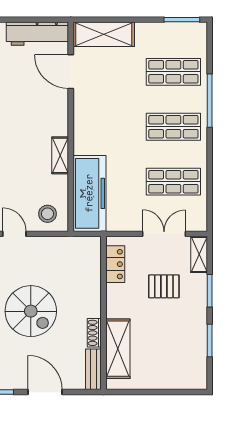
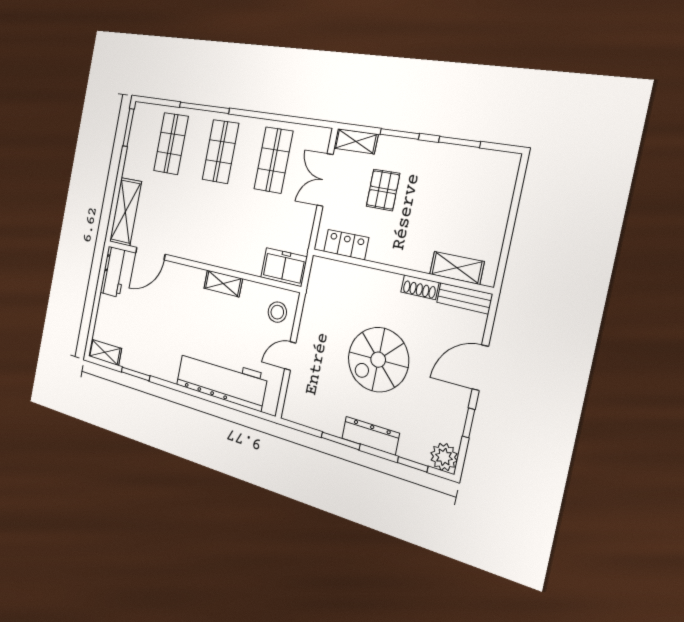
workbench: (37, 34) -> (114, 272), width x0.73
freezer: (89, 193) -> (284, 267), width x0.52, depth x0.79
spiral stairs: (31, 311) -> (378, 360), turned 180
shelving: (118, 349) -> (457, 268), width x0.67, depth x0.75

